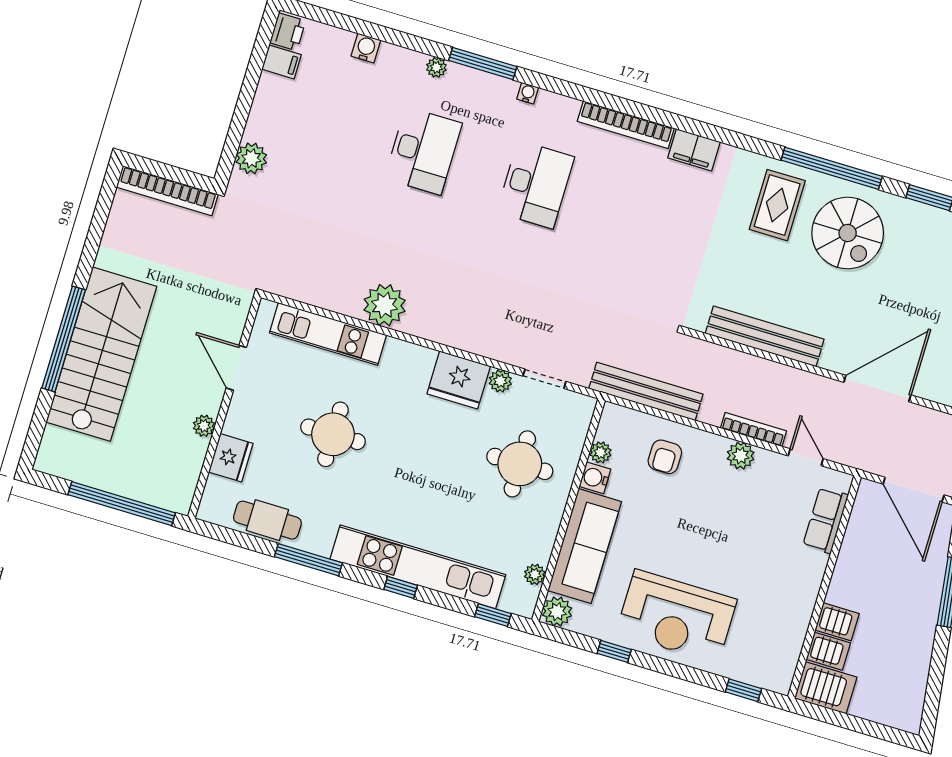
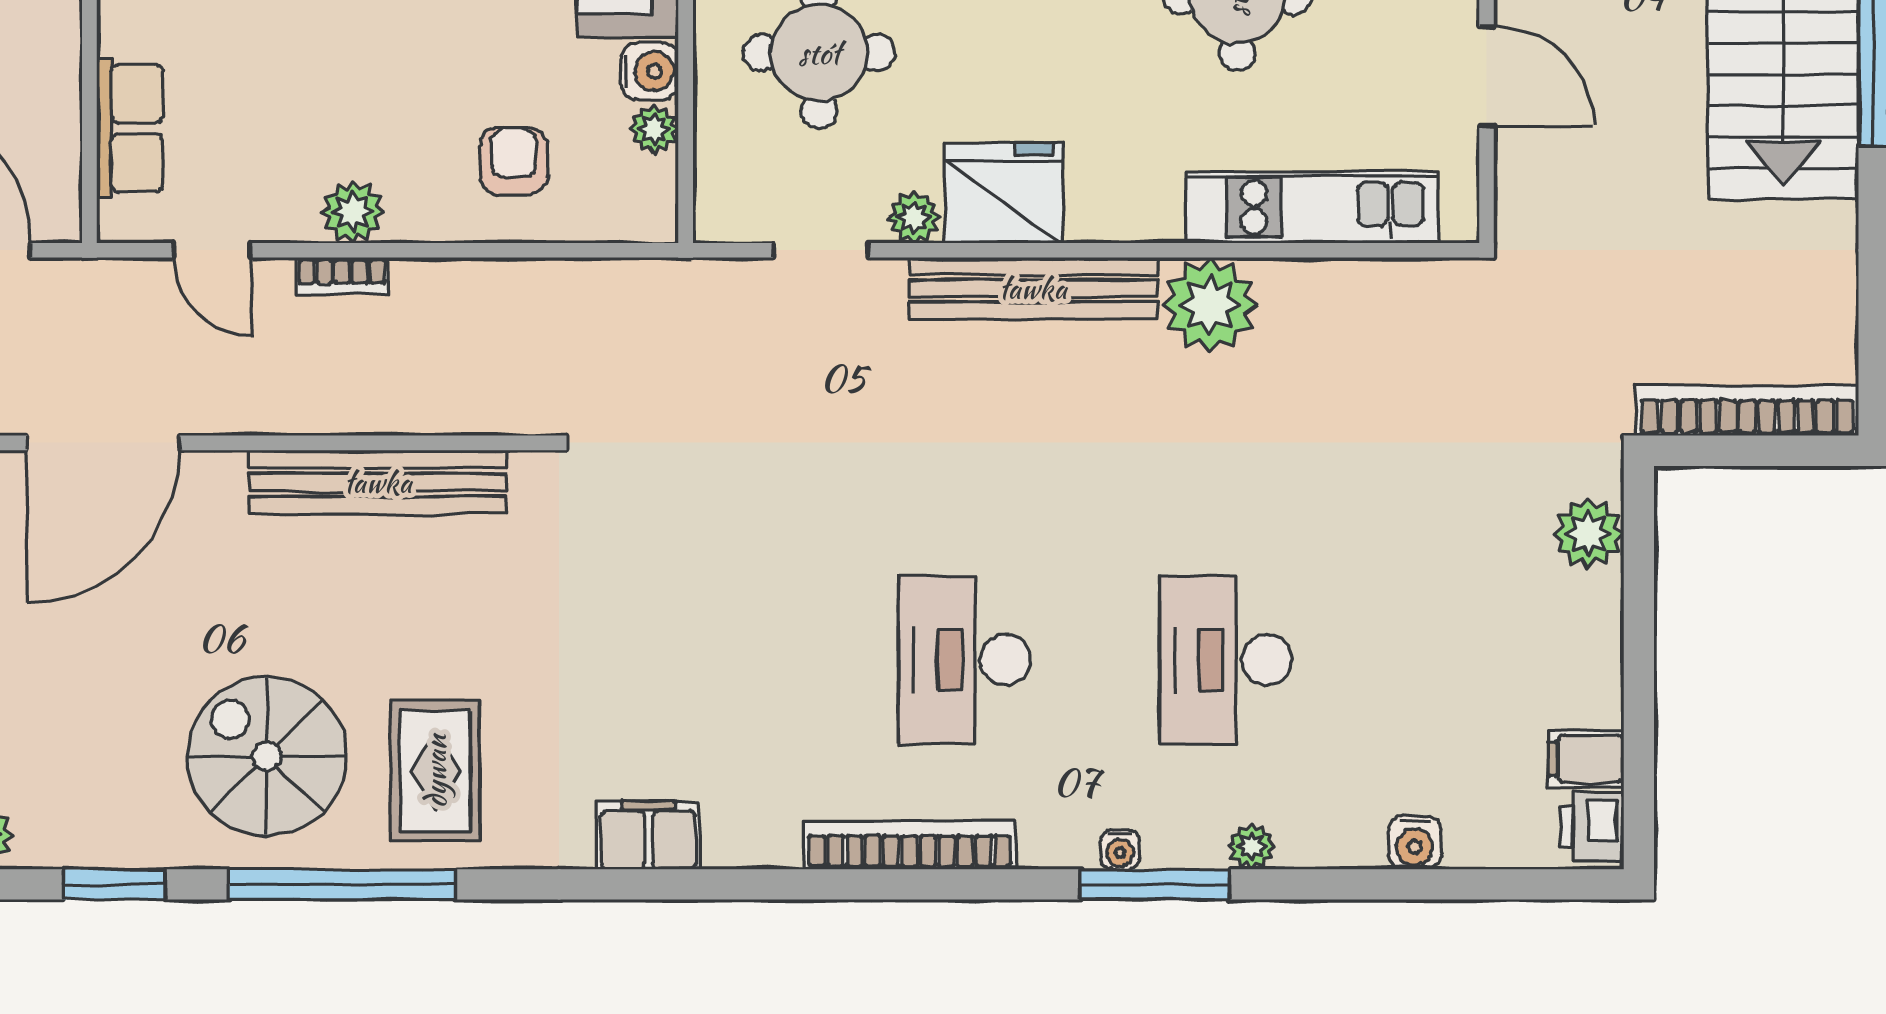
water cooler: (528, 93) -> (1120, 850), moved
bookcase: (626, 125) -> (910, 845), moved
bench: (646, 391) -> (1033, 288), moved
bookcase: (753, 430) -> (342, 276), width x0.64

